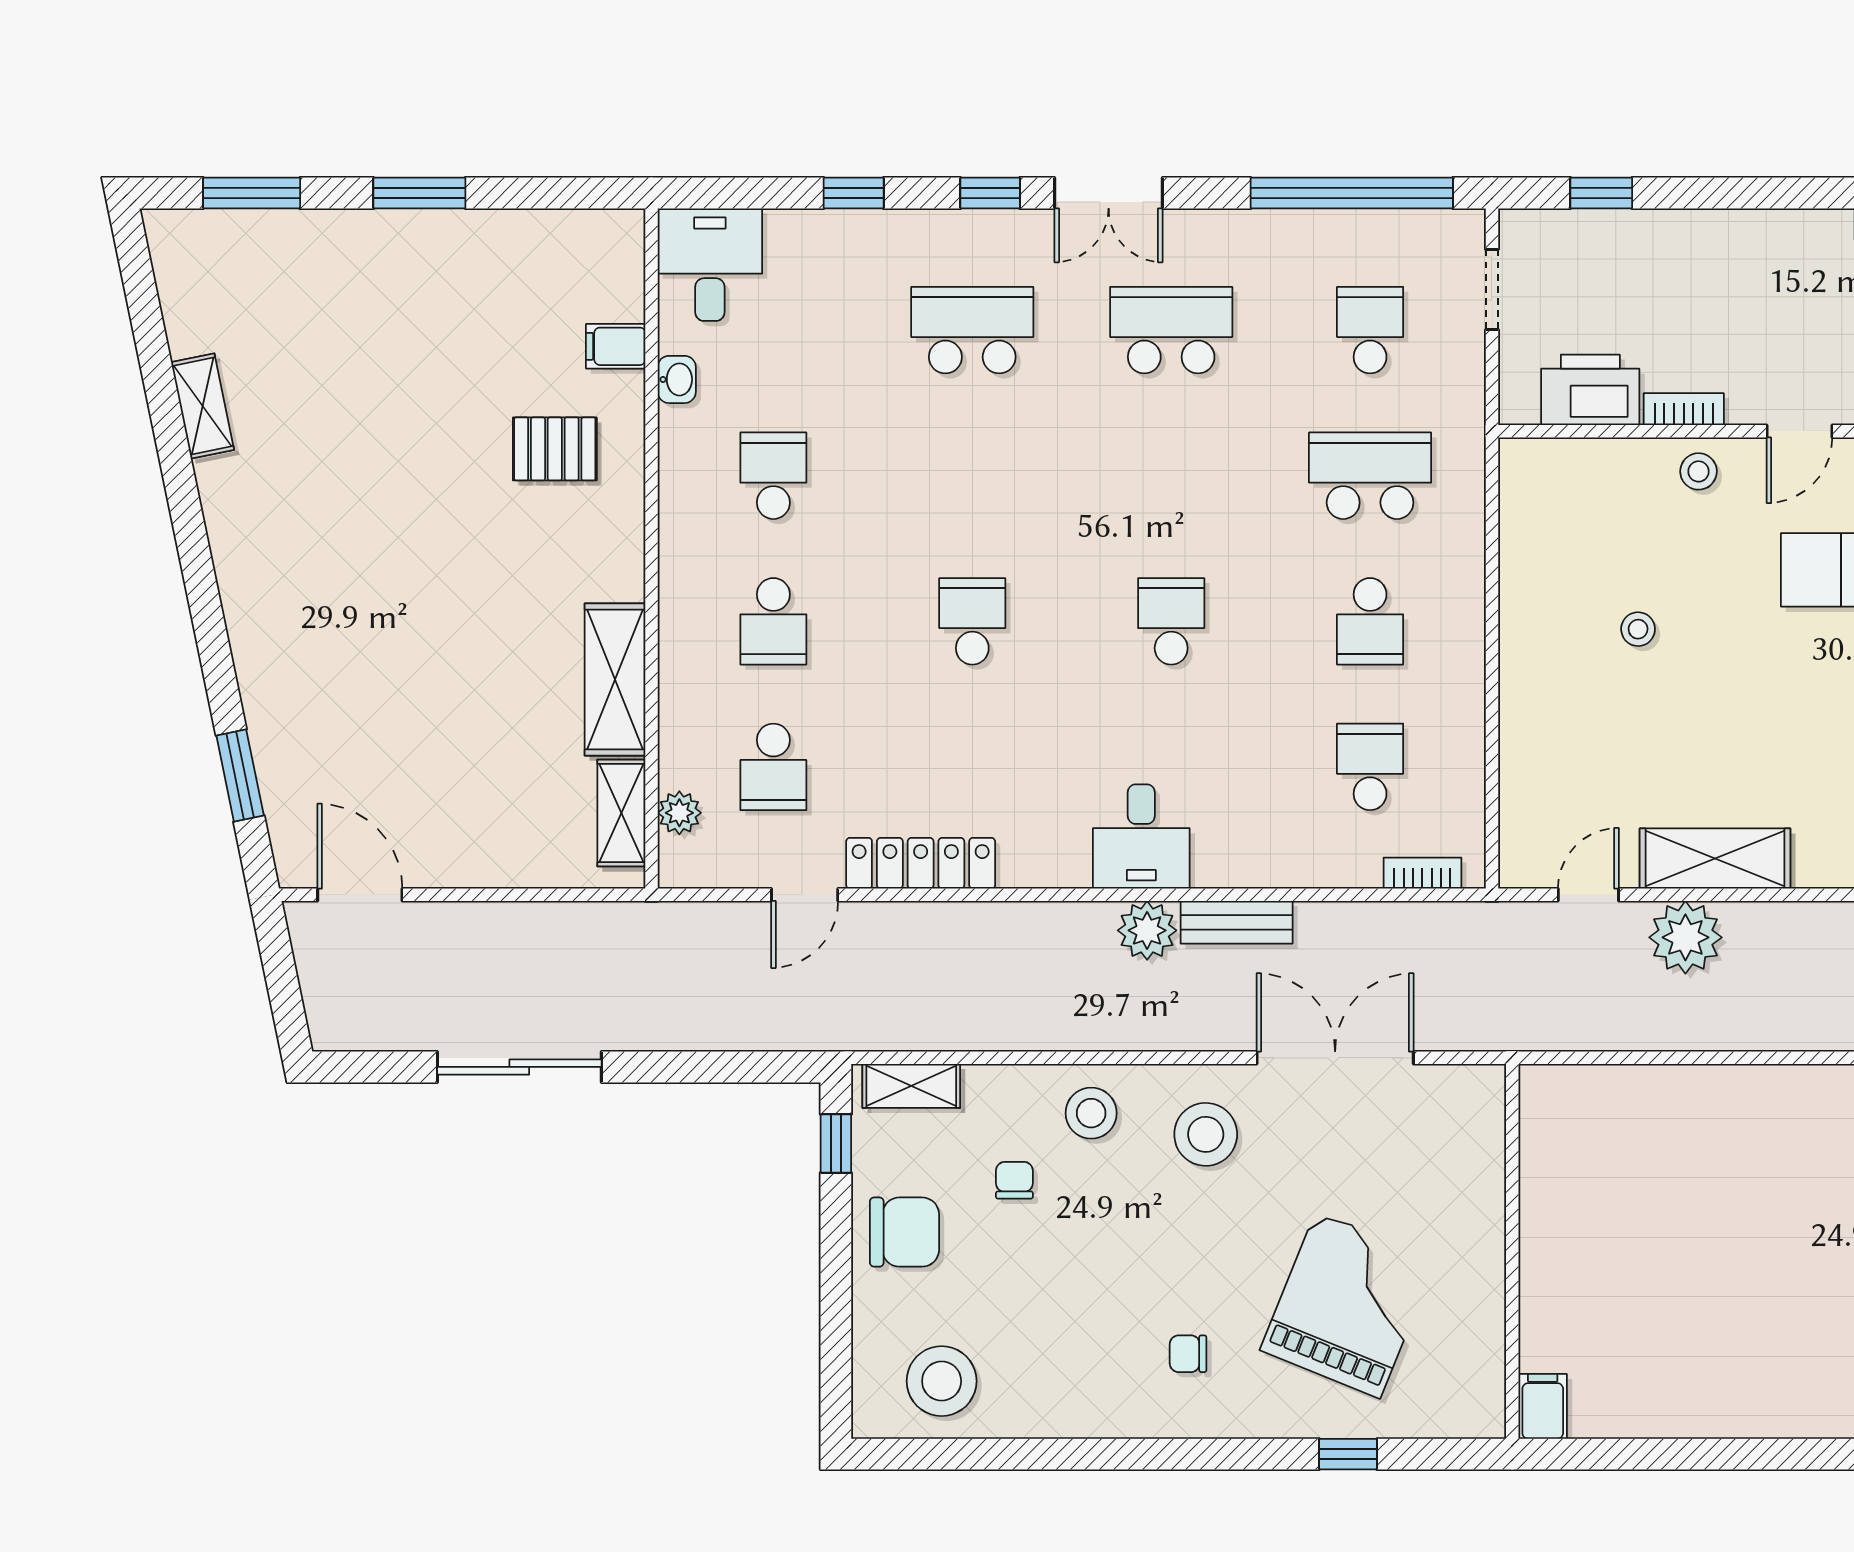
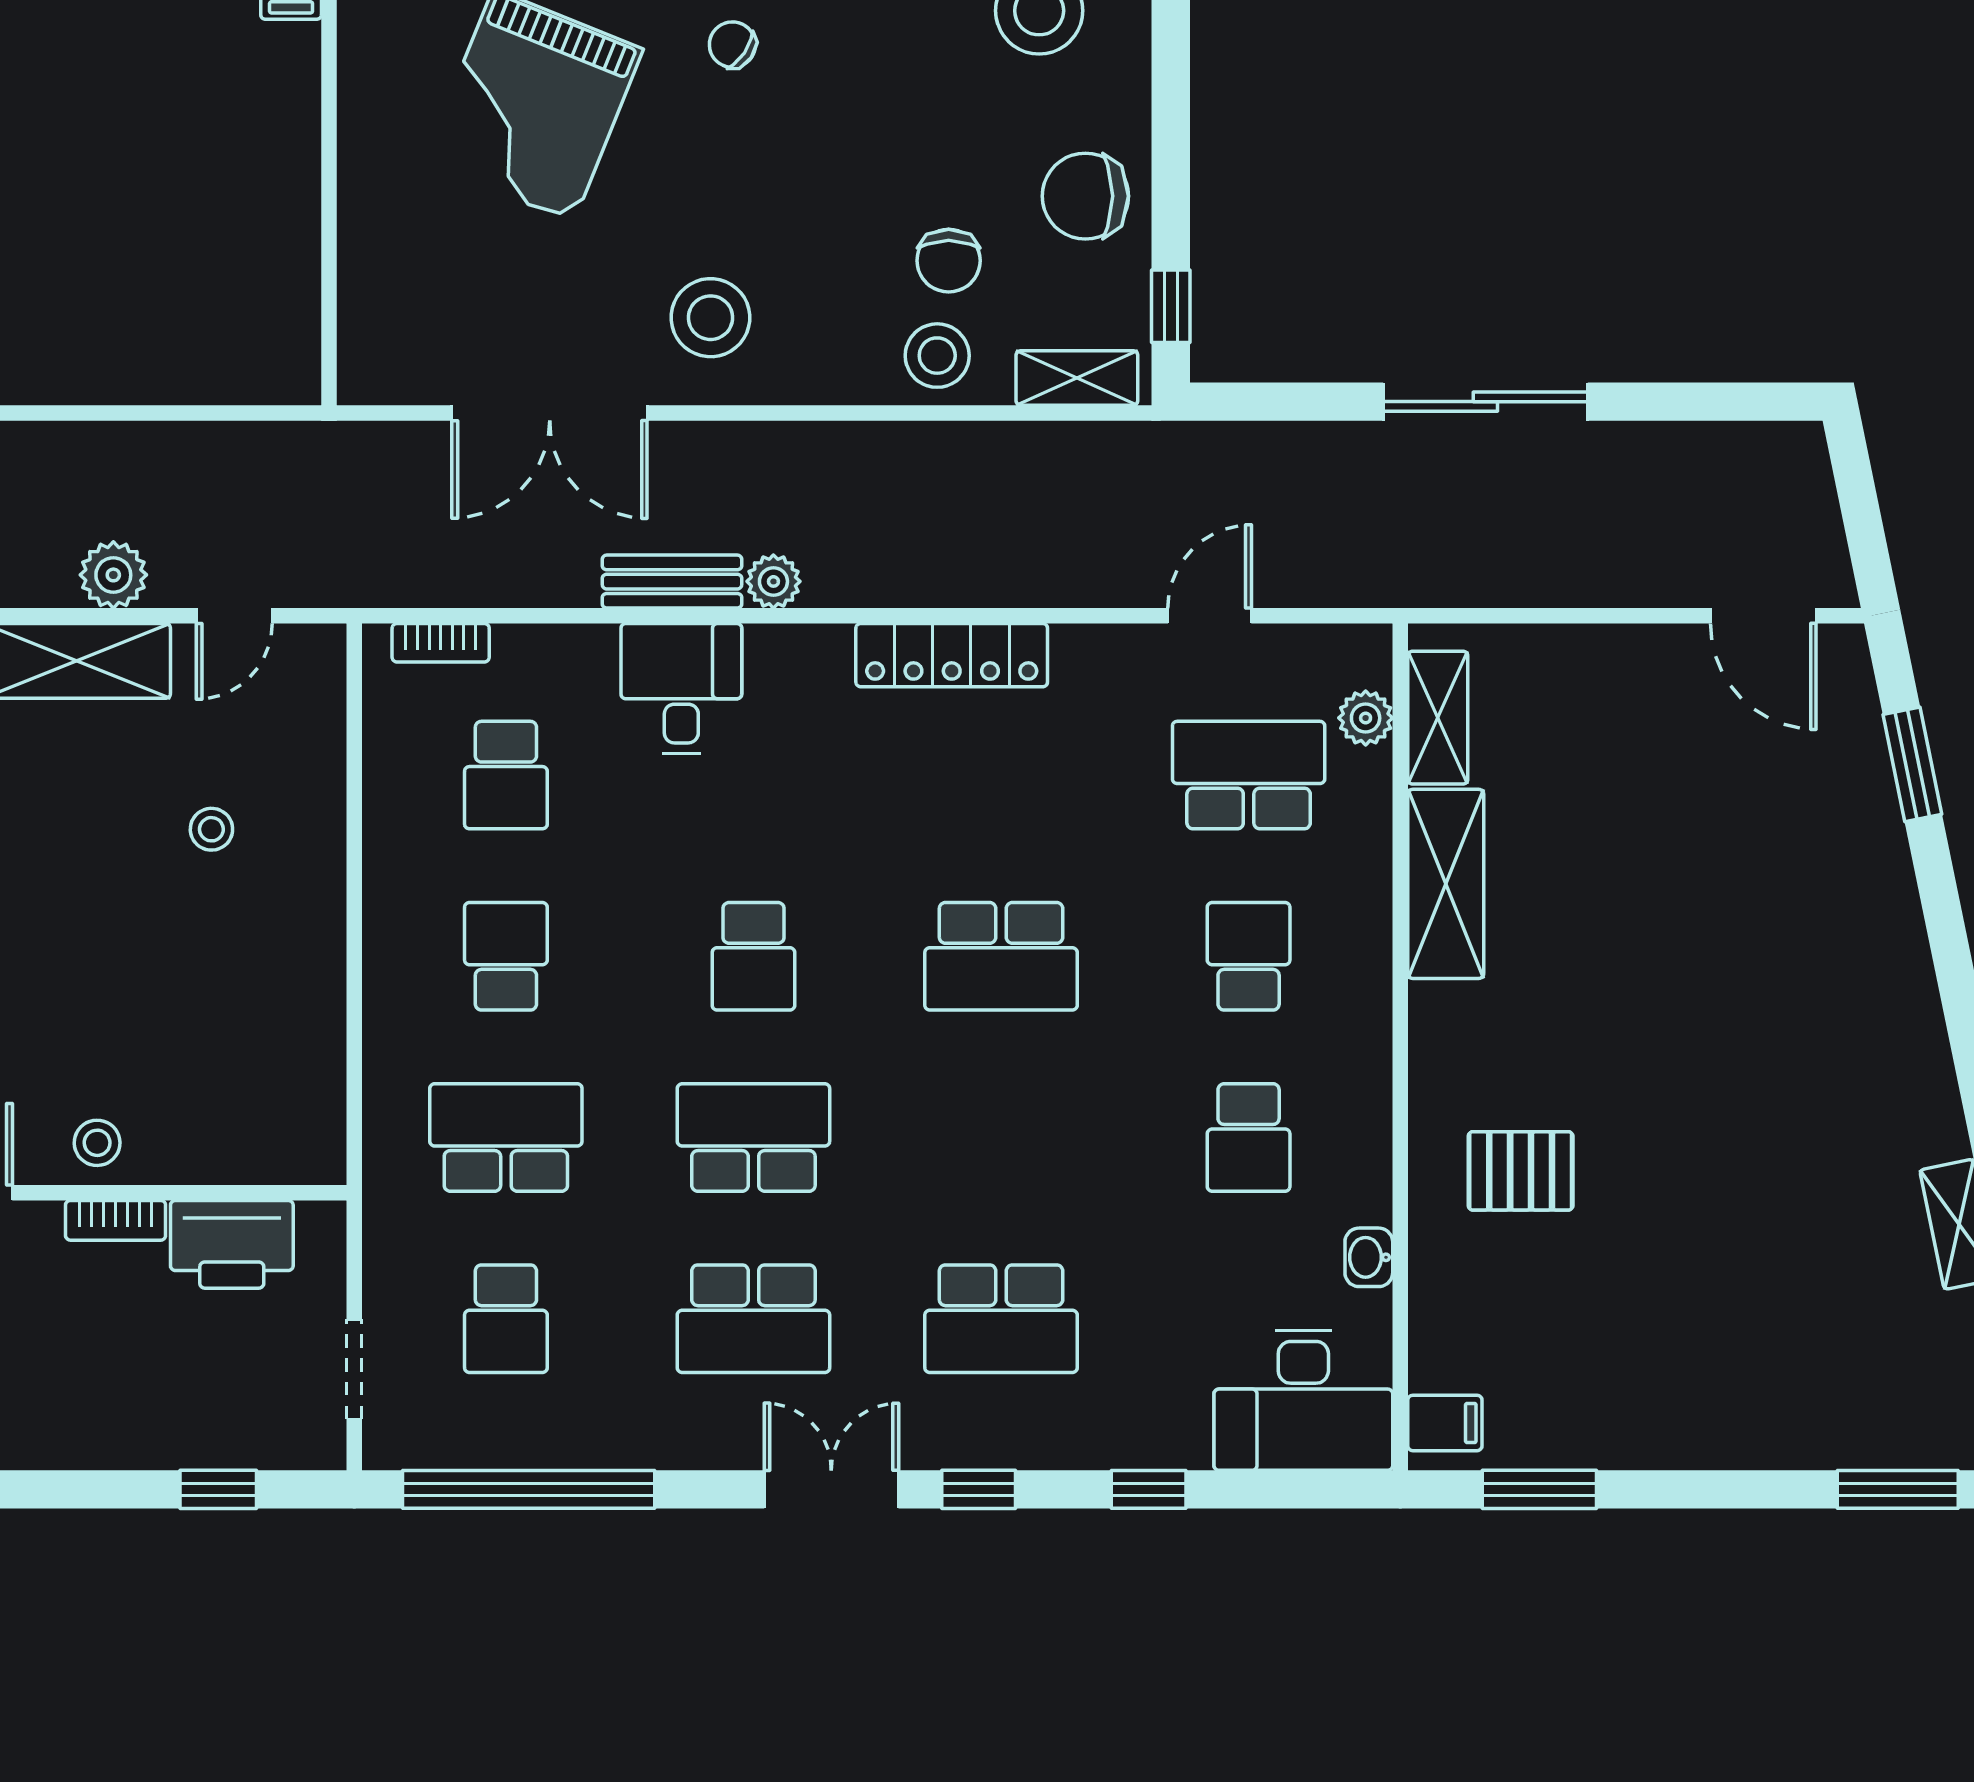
window: (419, 193) -> (1539, 1489), moved
desk: (710, 265) -> (1303, 1400), width x1.37
filing cabinet: (616, 346) -> (1445, 1423), moved
school desk: (1171, 476) -> (753, 1137), added
school desk: (1370, 476) -> (506, 1137), turned 180
school desk: (972, 621) -> (1001, 956), width x1.85
stool: (1638, 629) -> (211, 829), moved
school desk: (773, 767) -> (1249, 775), width x1.85
desk: (1141, 837) -> (681, 688), moved
locker: (921, 863) -> (952, 655), moved
plant: (1147, 930) -> (773, 581), width x0.73, depth x0.73
plant: (1685, 937) -> (113, 575), width x0.73, depth x0.73
sliding door: (519, 1067) -> (1485, 402), moved
stool: (1091, 1113) -> (937, 356), moved
chair: (1014, 1180) -> (949, 261), width x1.37, depth x1.37
chair: (1188, 1354) -> (732, 45), turned -146

